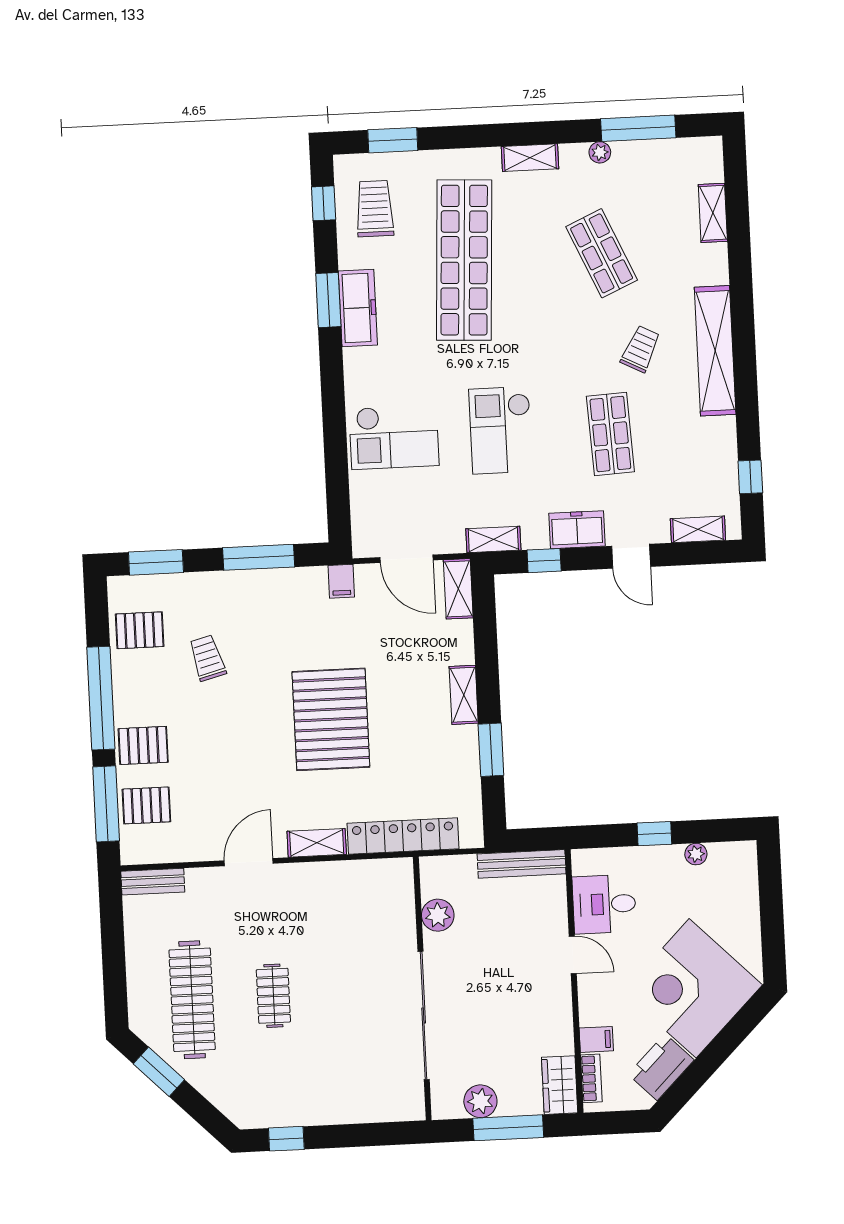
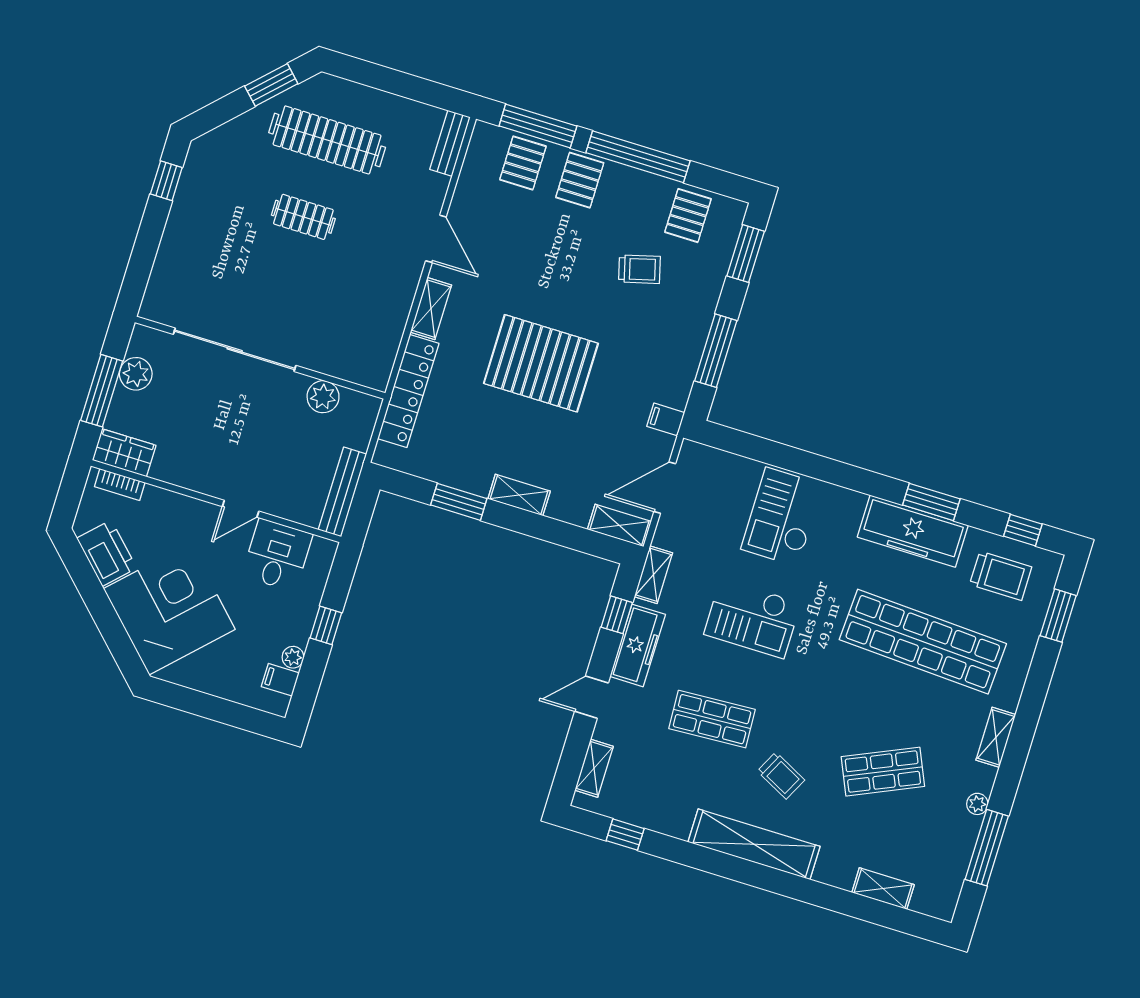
freezer: (358, 308) -> (913, 531), width x1.36, depth x1.26
checkout: (501, 430) -> (752, 618), turned 180
freezer: (577, 530) -> (638, 645), width x1.40
filing cabinet: (596, 1039) -> (280, 680), moved, turned 90

